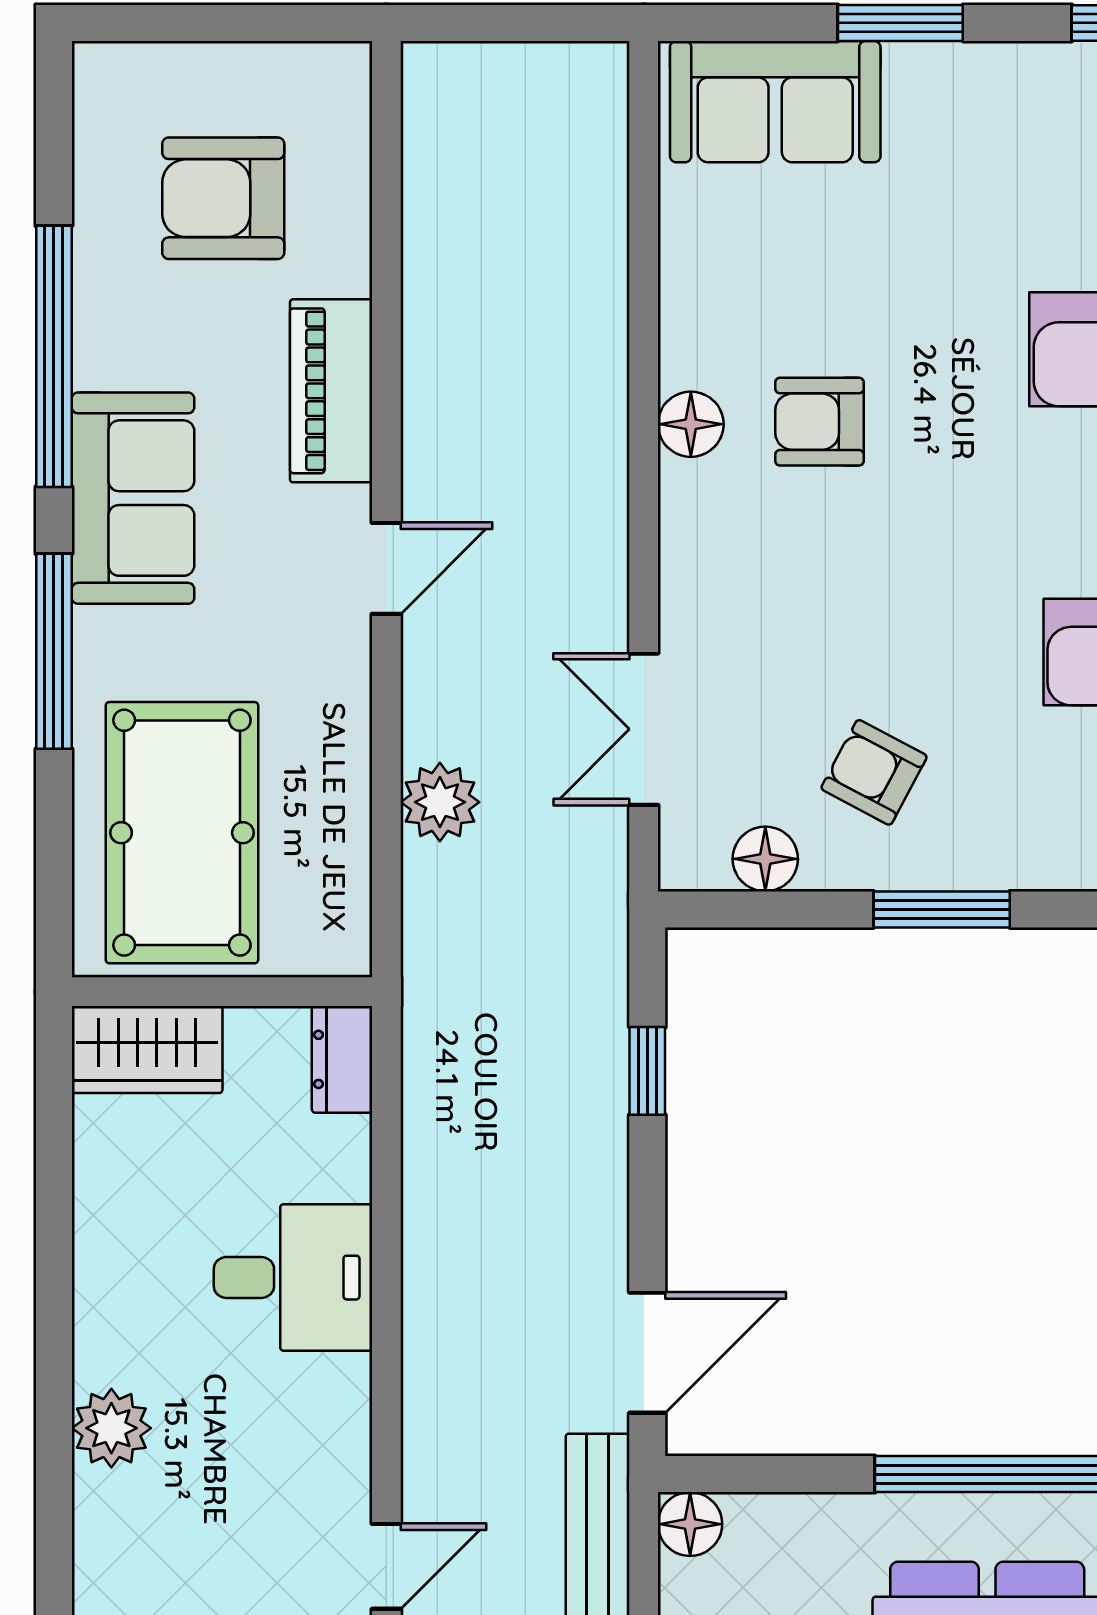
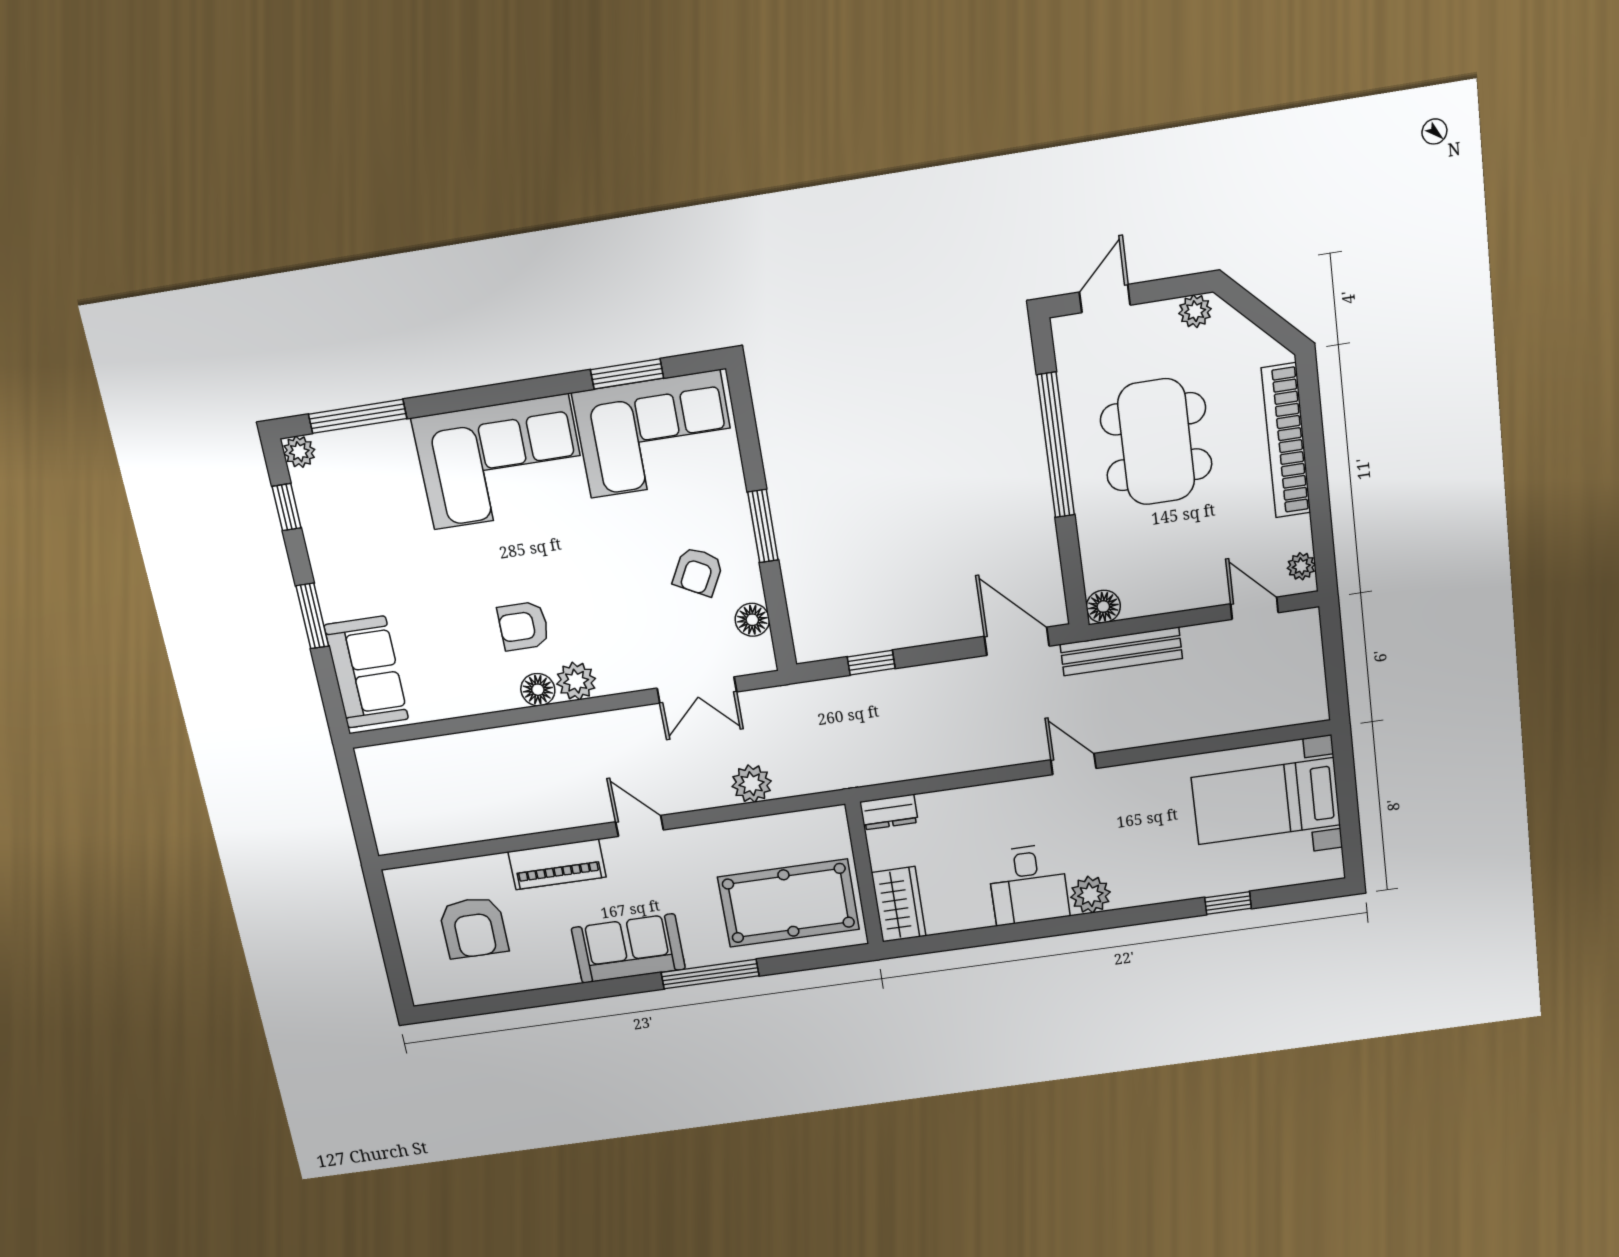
window: (54, 356) -> (567, 994), removed
armchair: (819, 422) -> (523, 626), turned 90
plant: (696, 501) -> (576, 681), added
desk: (293, 1278) -> (1028, 885), moved, turned 180
door: (386, 1566) -> (1073, 764), moved

